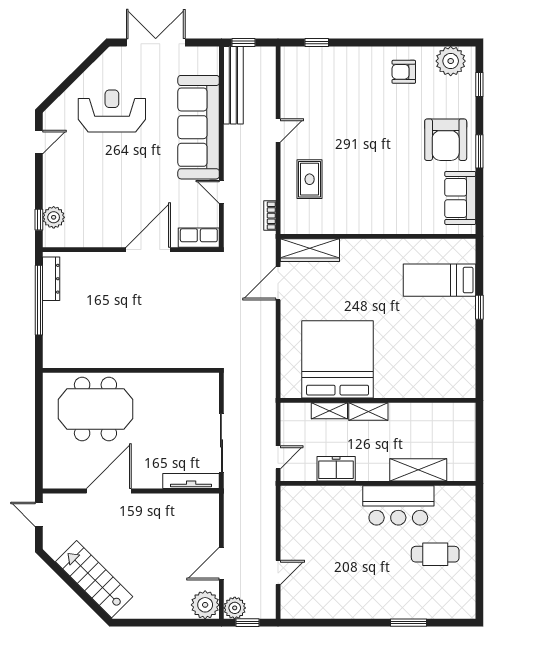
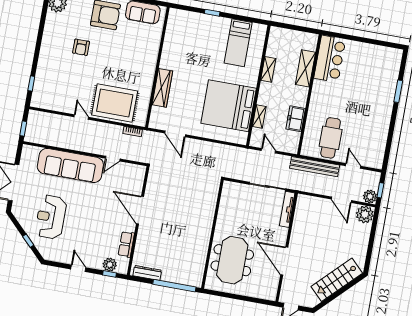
armchair: (404, 72) -> (81, 47), moved
window: (68, 82) -> (28, 241), added
bench: (233, 85) -> (315, 167), moved
door: (39, 142) -> (78, 268), moved
rug: (310, 179) -> (115, 103), width x1.86, depth x2.06
row of seats: (199, 238) -> (126, 244), moved
wardrobe: (310, 250) -> (162, 88), moved
bed: (440, 280) -> (238, 43), moved
window: (39, 300) -> (174, 286), moved
shelving: (368, 412) -> (268, 69), moved
door: (278, 457) -> (268, 151), moved
bar counter: (398, 505) -> (330, 59), moved
cafe table: (435, 554) -> (331, 138), moved, width x1.37, depth x1.35

